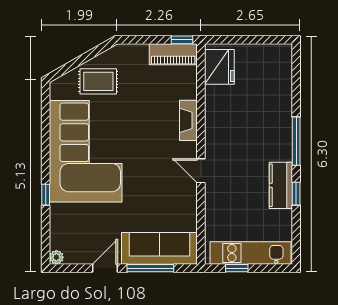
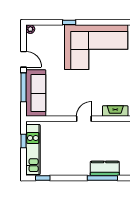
kitchen counter: (281, 185) -> (105, 168), moved
window: (296, 194) -> (43, 178), moved

